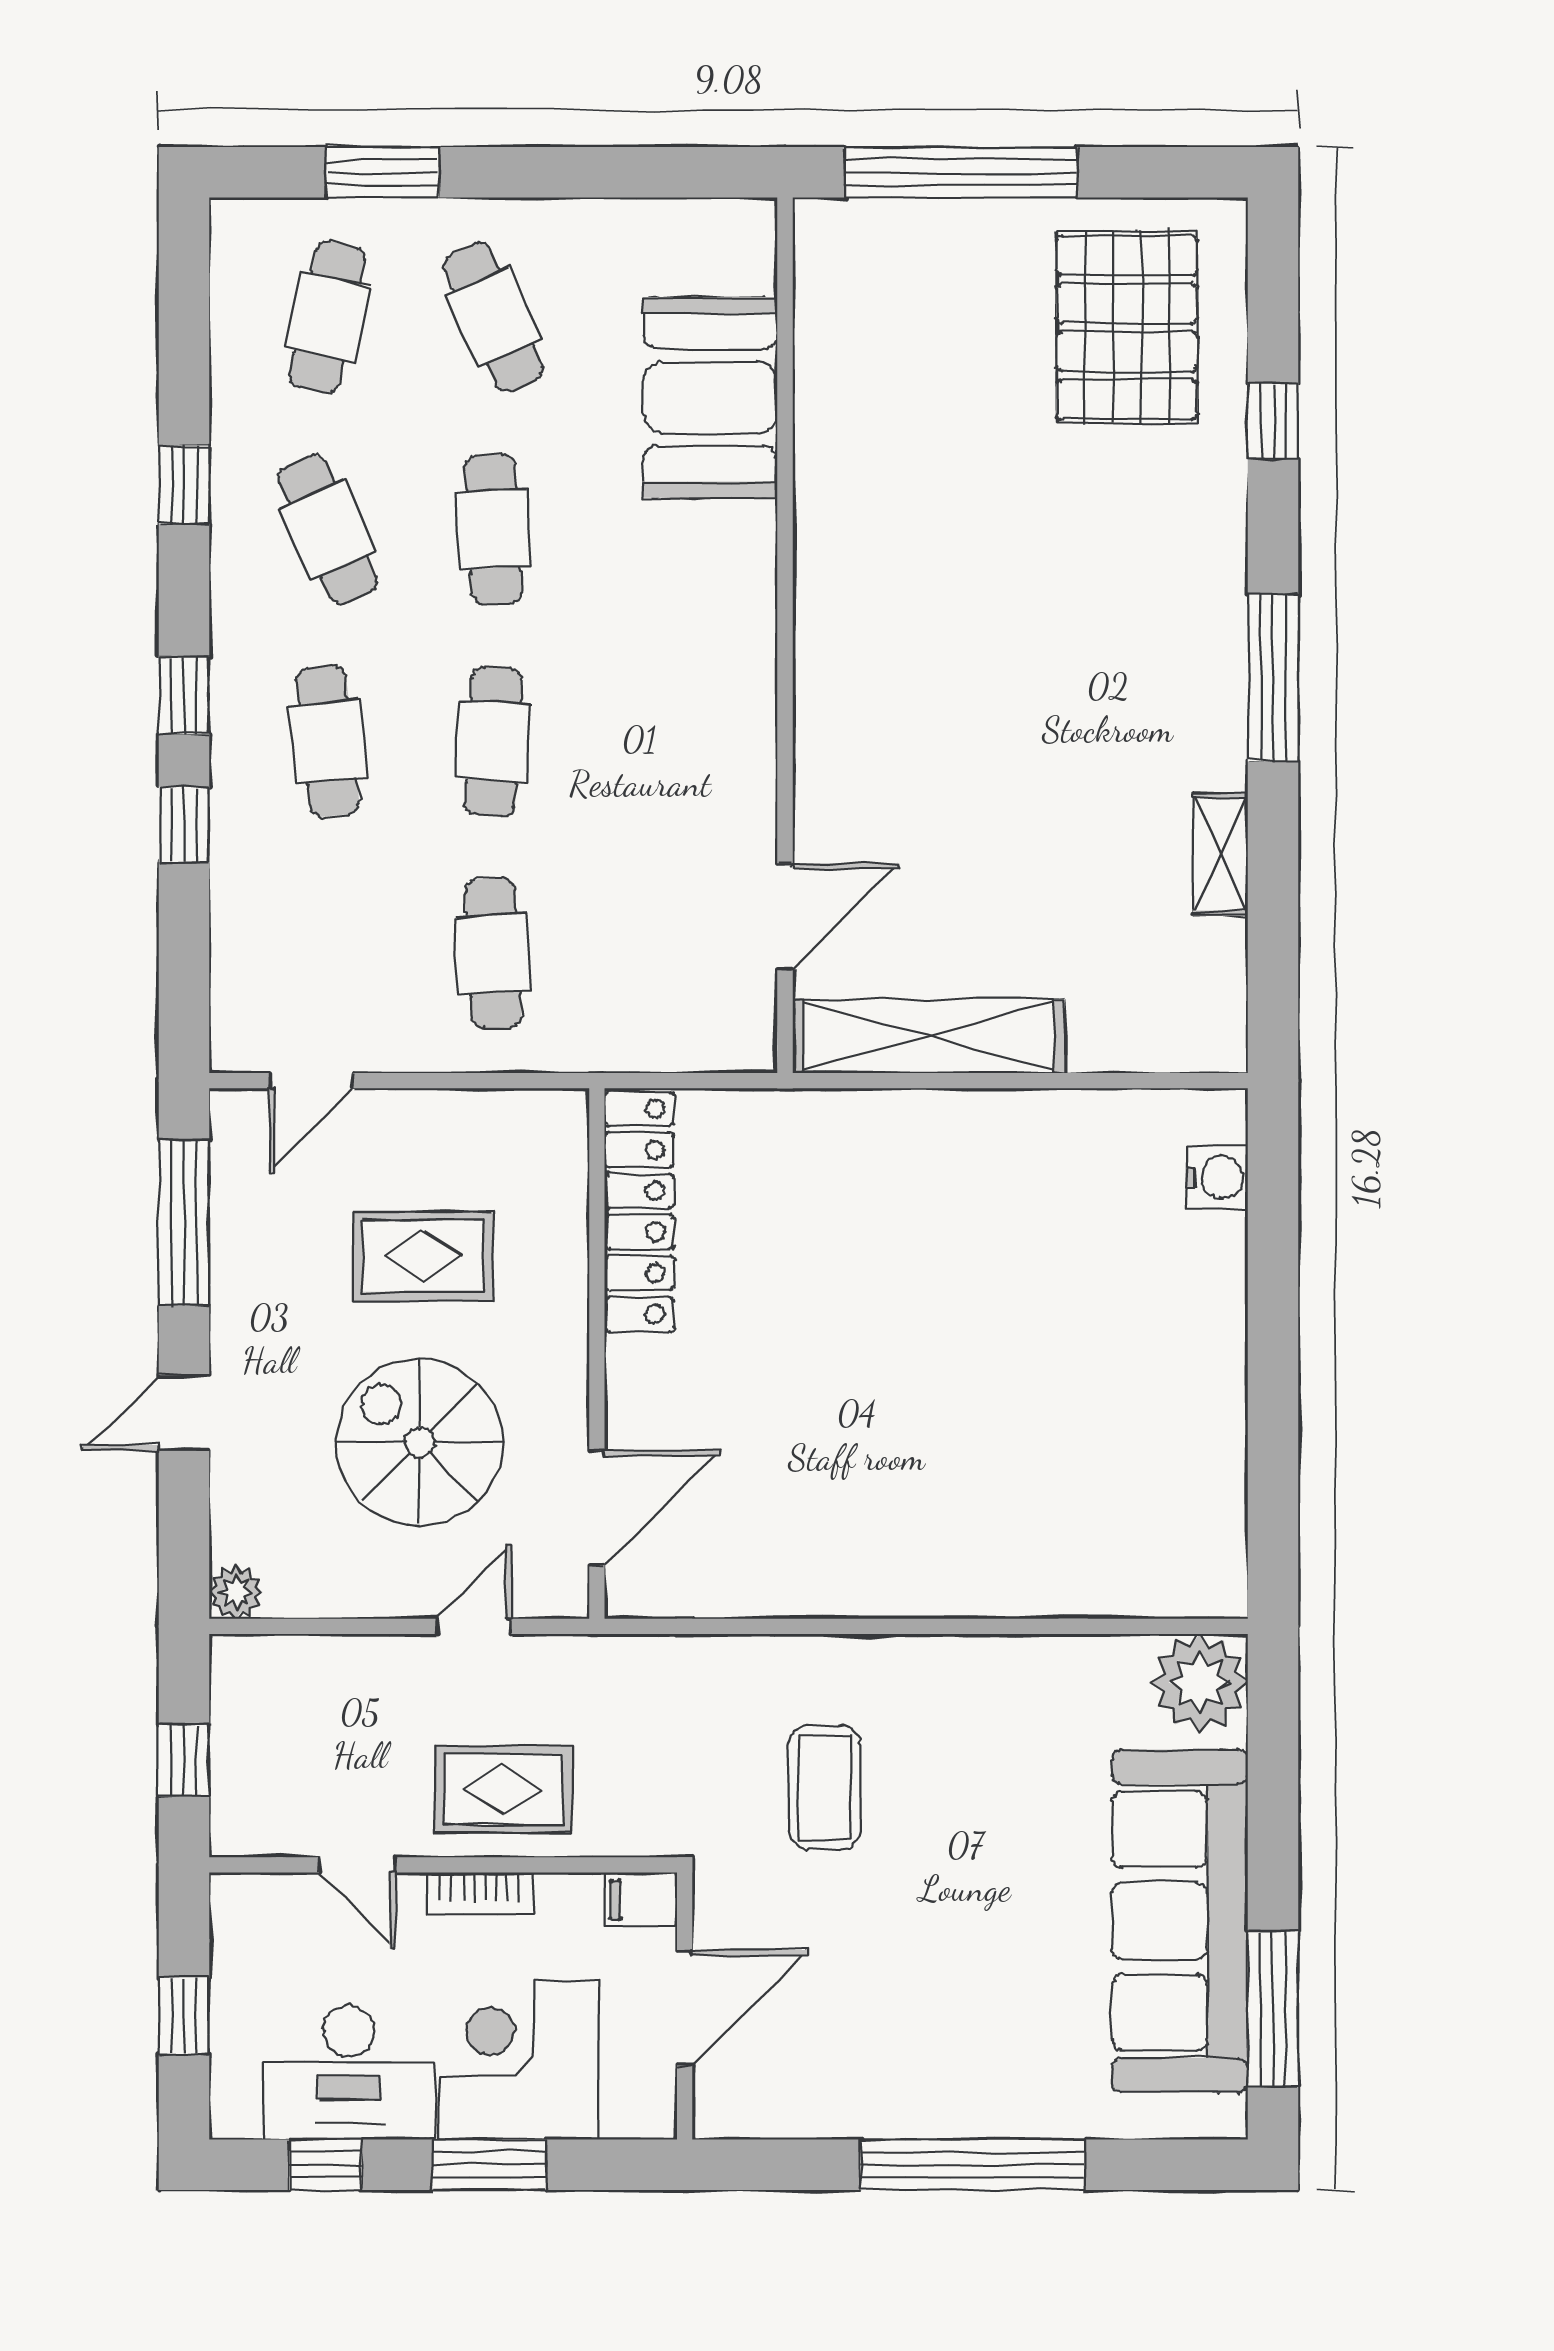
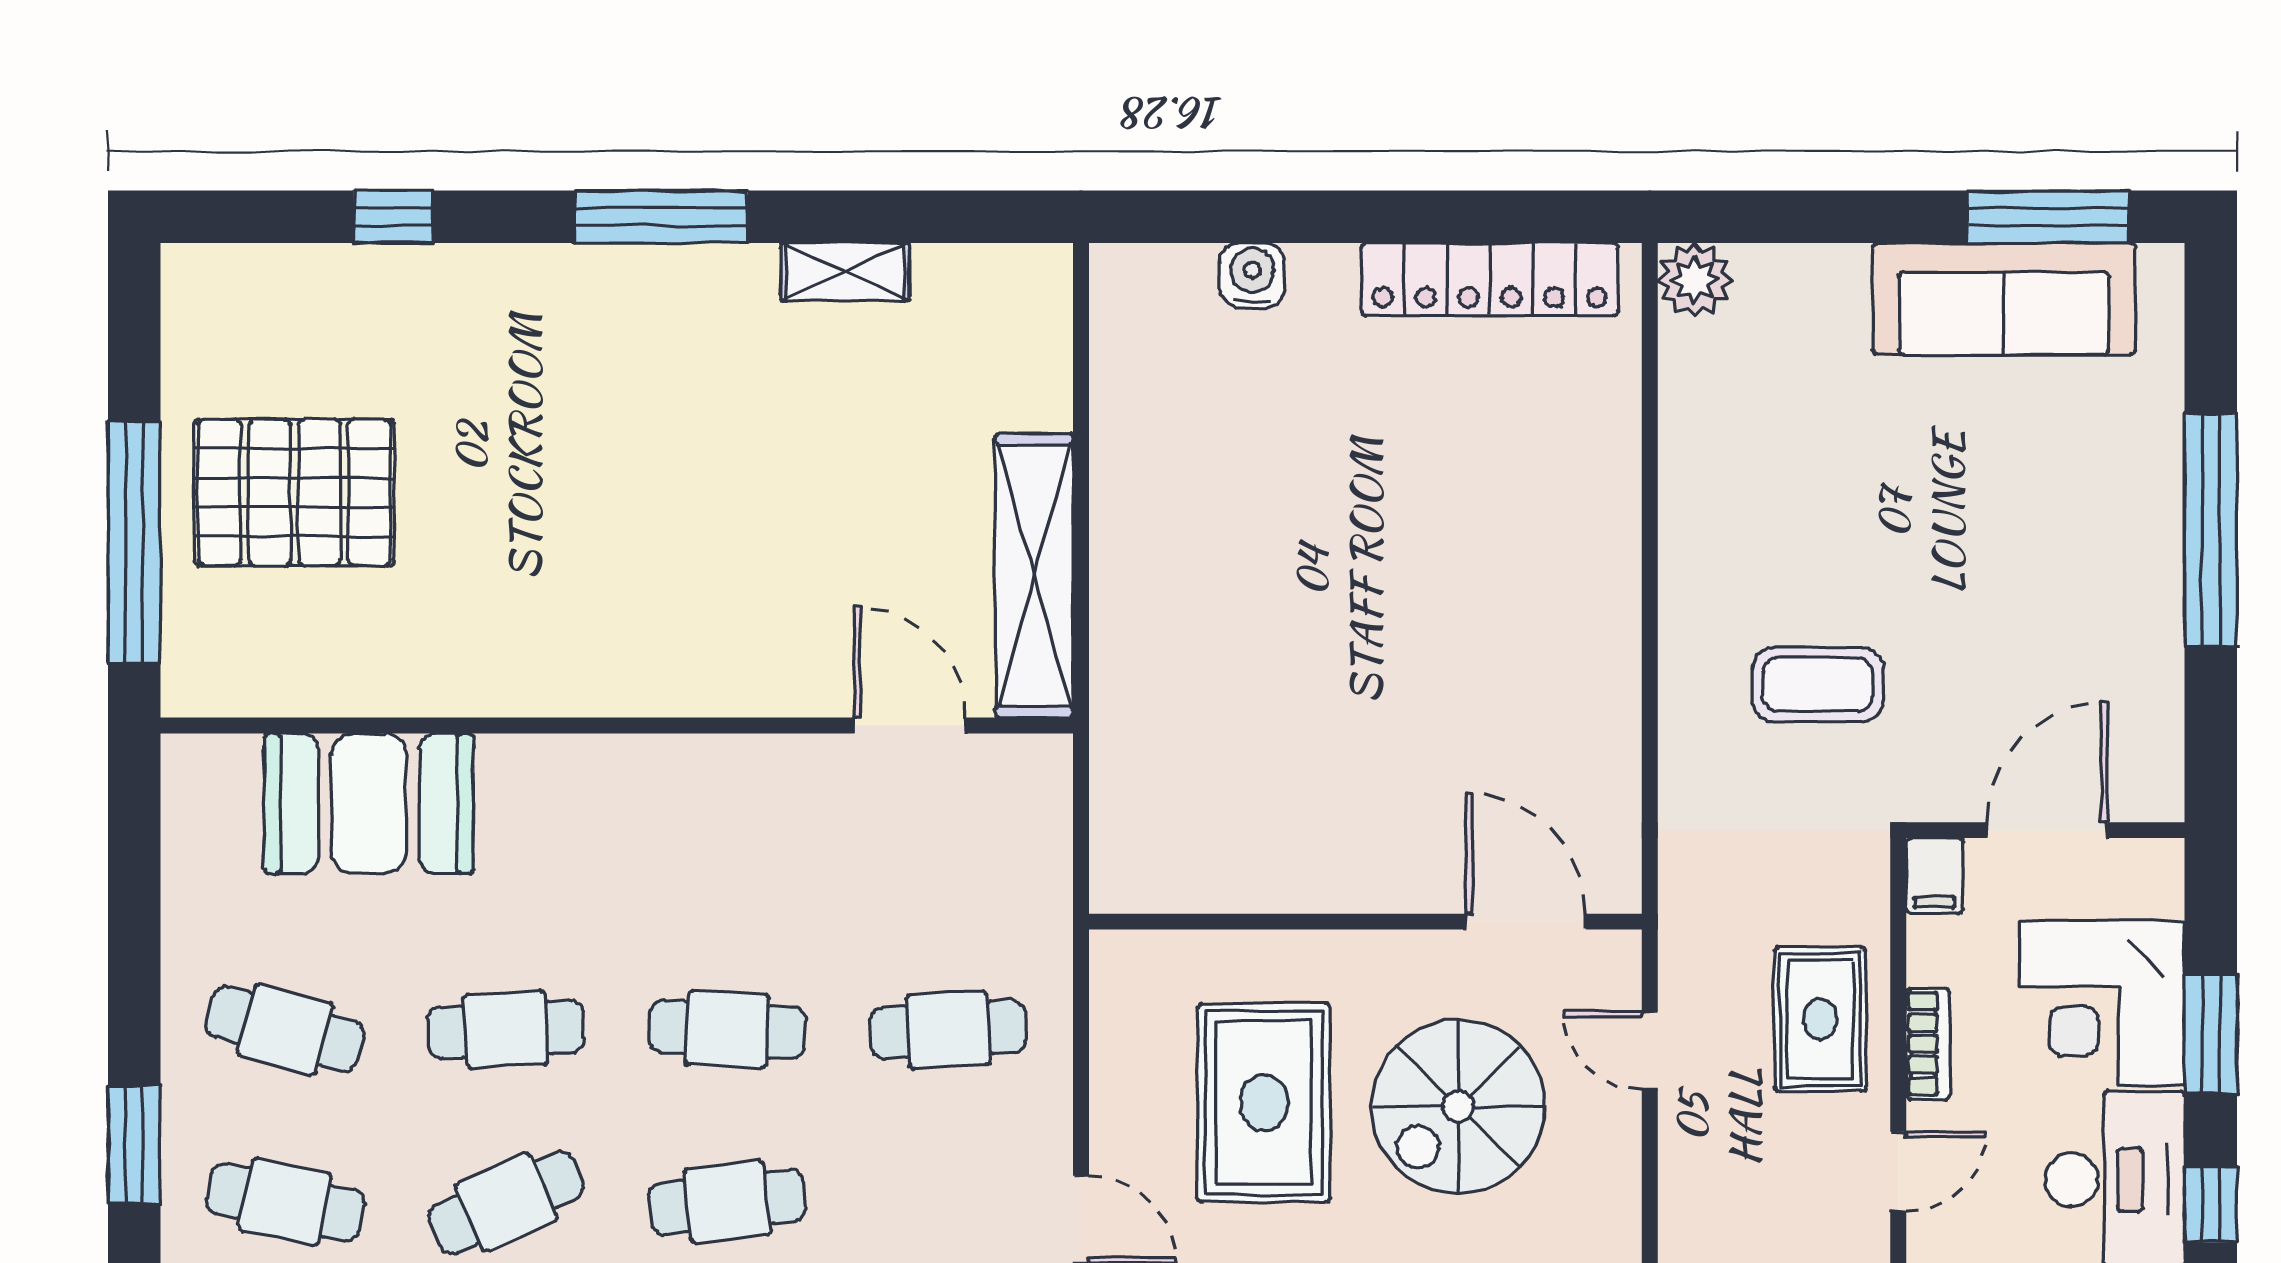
cafe table: (493, 317) -> (285, 1030), turned 39
pallet: (1127, 327) -> (295, 492), moved
water cooler: (1217, 1177) -> (1252, 275), moved
locker: (639, 1211) -> (1490, 279), moved, turned 180
rug: (423, 1256) -> (1264, 1103), width x1.36, depth x1.43
plant: (1200, 1682) -> (1695, 280), width x0.73, depth x0.73
sofa: (1180, 1921) -> (2004, 299), width x0.74, depth x0.79
door: (685, 2008) -> (2047, 830), hinge flipped

